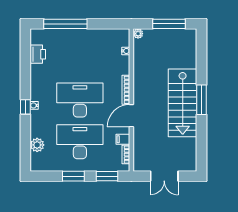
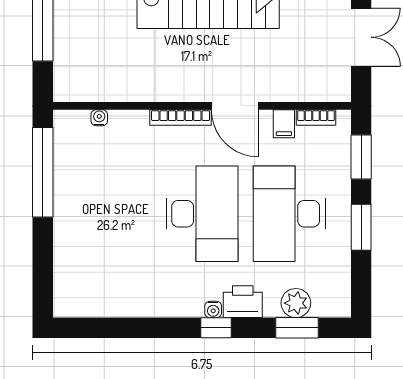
window: (65, 24) -> (43, 172), moved
plant: (138, 34) -> (63, 92), removed
printer: (38, 54) -> (243, 302), moved
desk: (80, 100) -> (202, 214), turned 180
window: (25, 146) -> (297, 328), added

